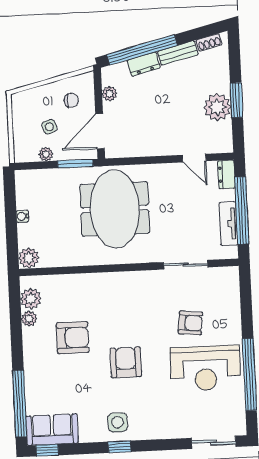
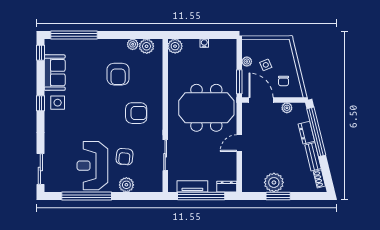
door: (194, 158) -> (239, 143), moved
plant: (231, 318) -> (126, 185), added
armchair: (126, 362) -> (136, 113), moved
sofa: (52, 430) -> (55, 73), moved

